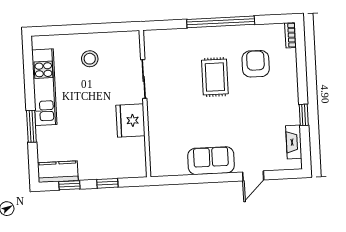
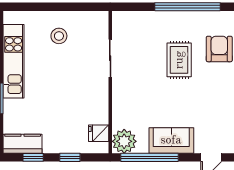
fridge: (130, 121) -> (99, 133), moved, width x0.53, depth x0.75
plant: (163, 164) -> (124, 141), added
window: (189, 179) -> (150, 157), added

